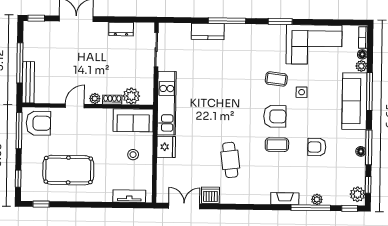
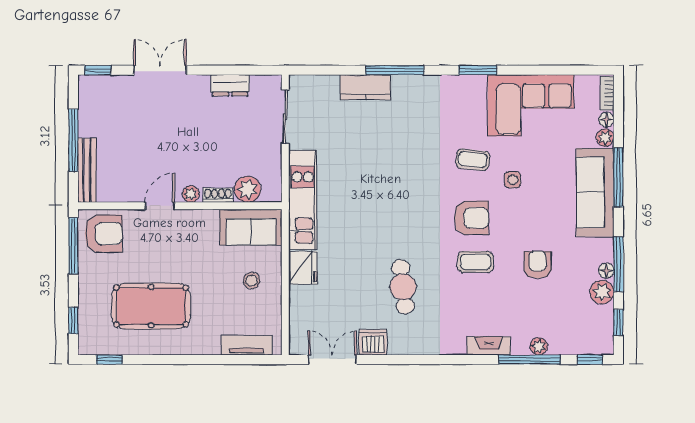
armchair: (317, 147) -> (538, 265), turned 90
plant: (358, 194) -> (602, 292), moved

